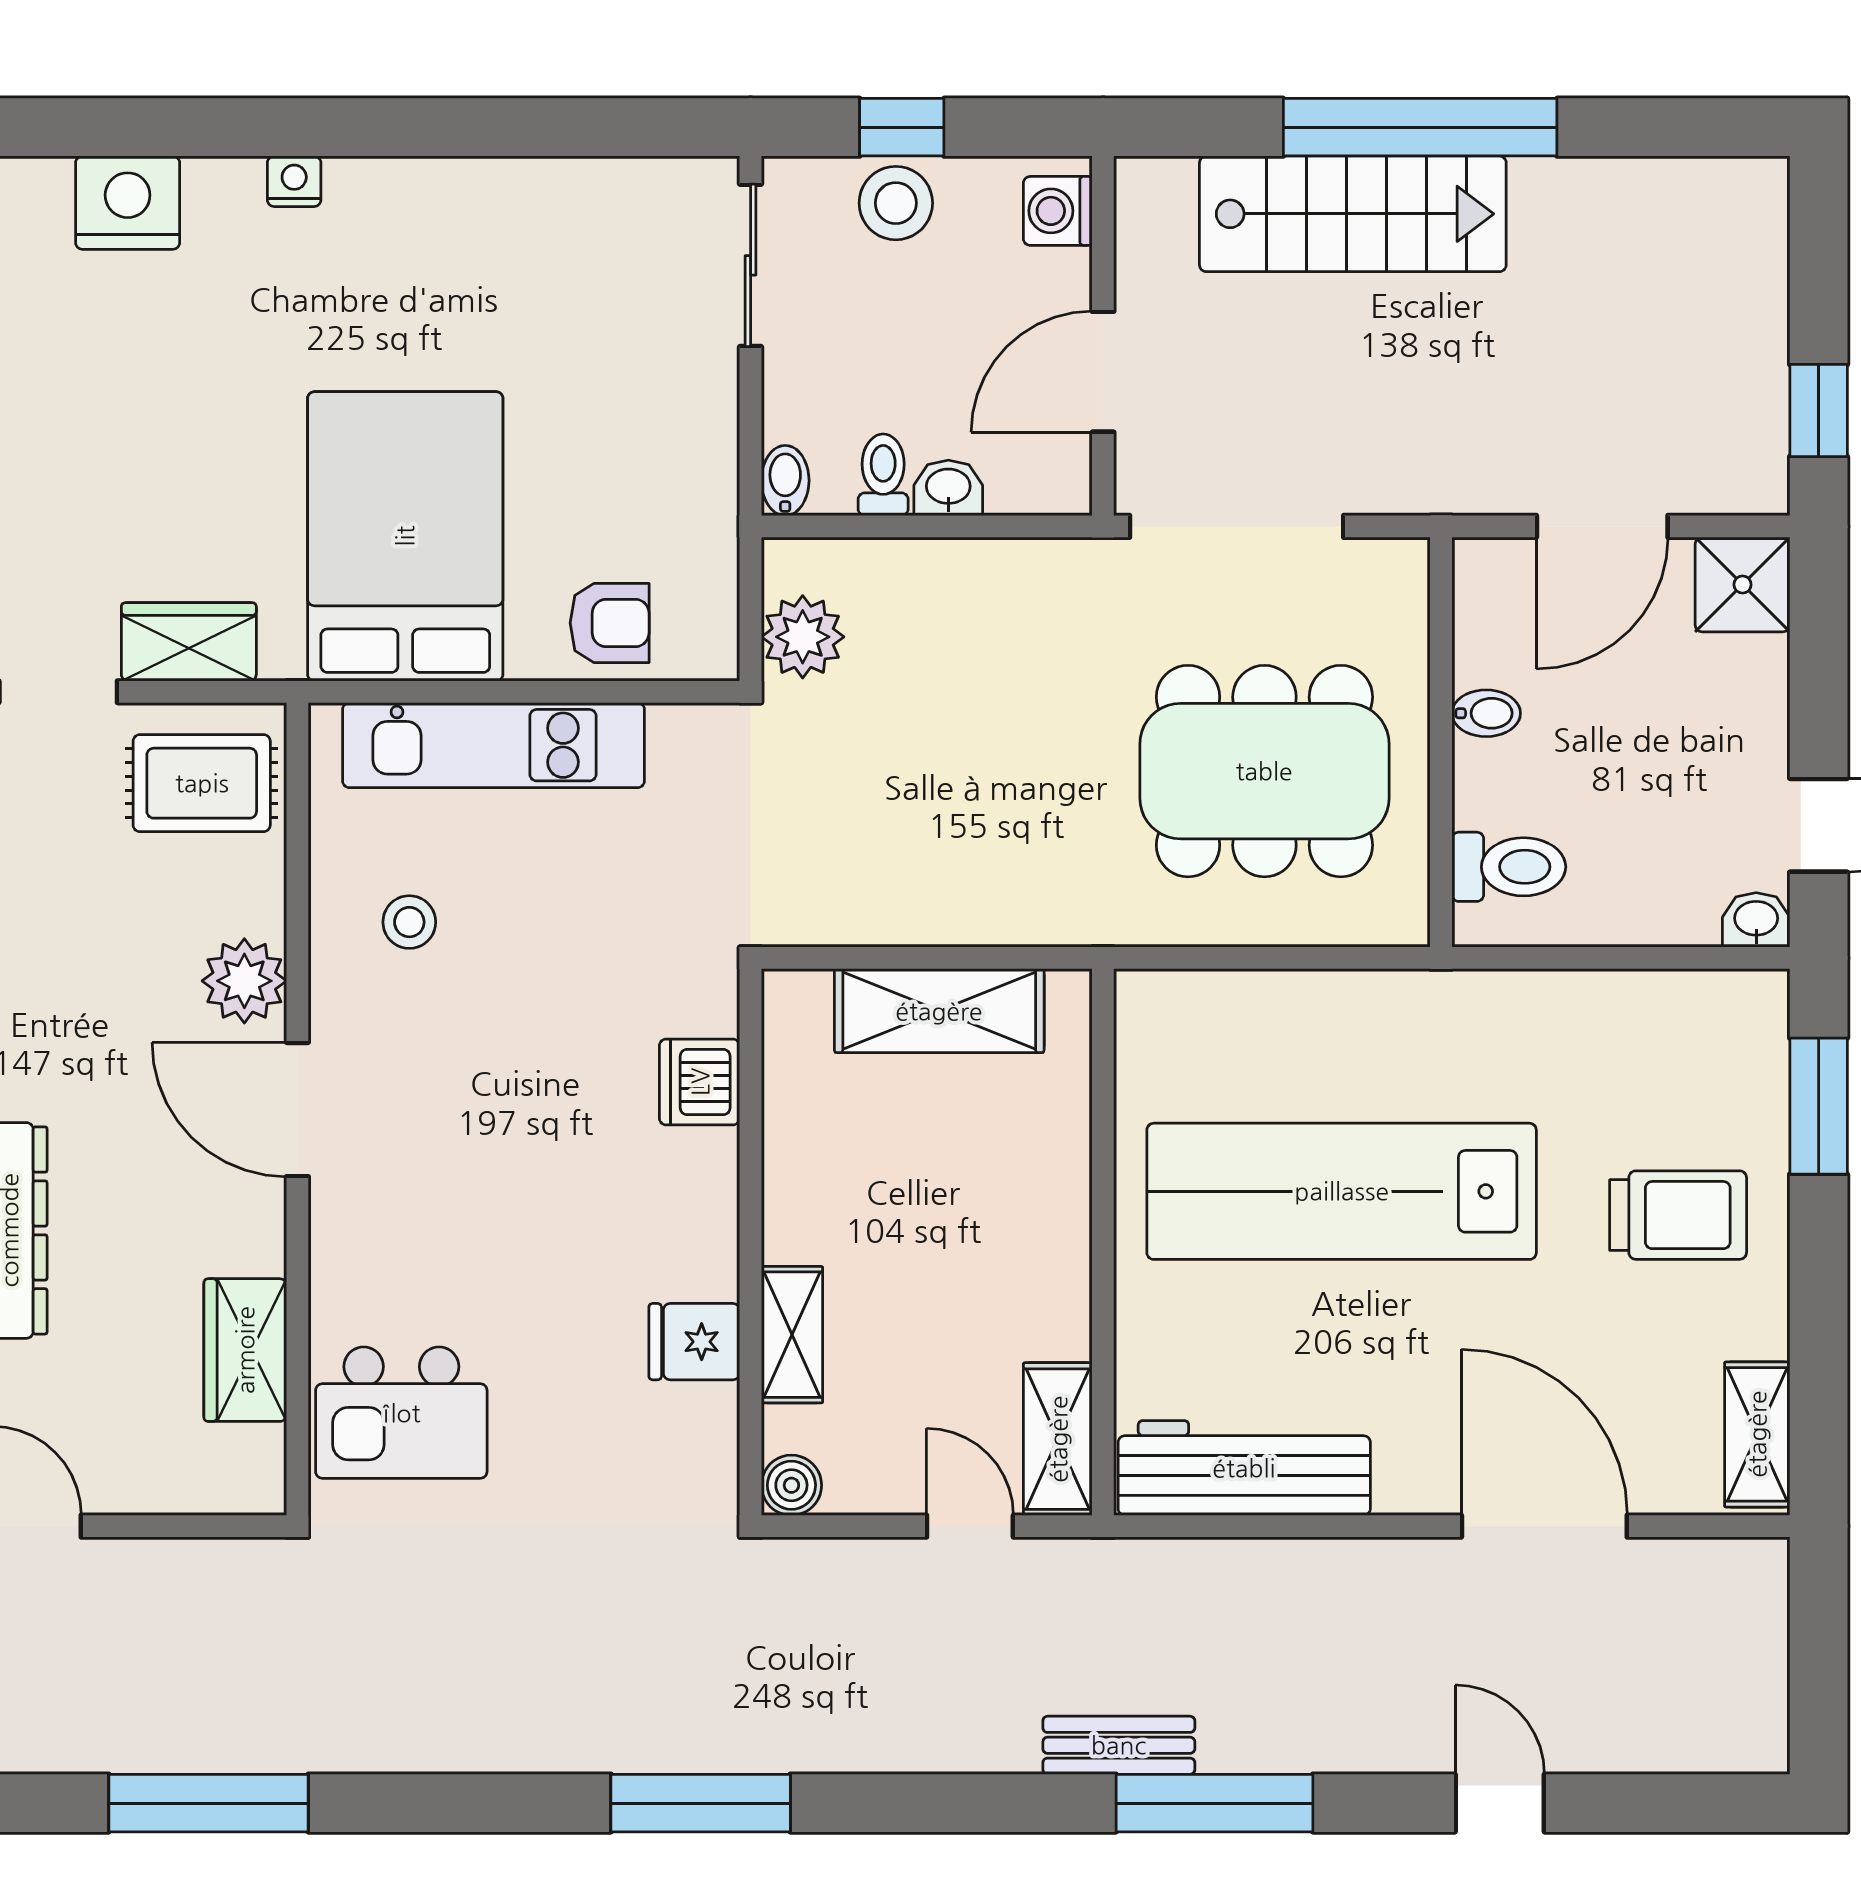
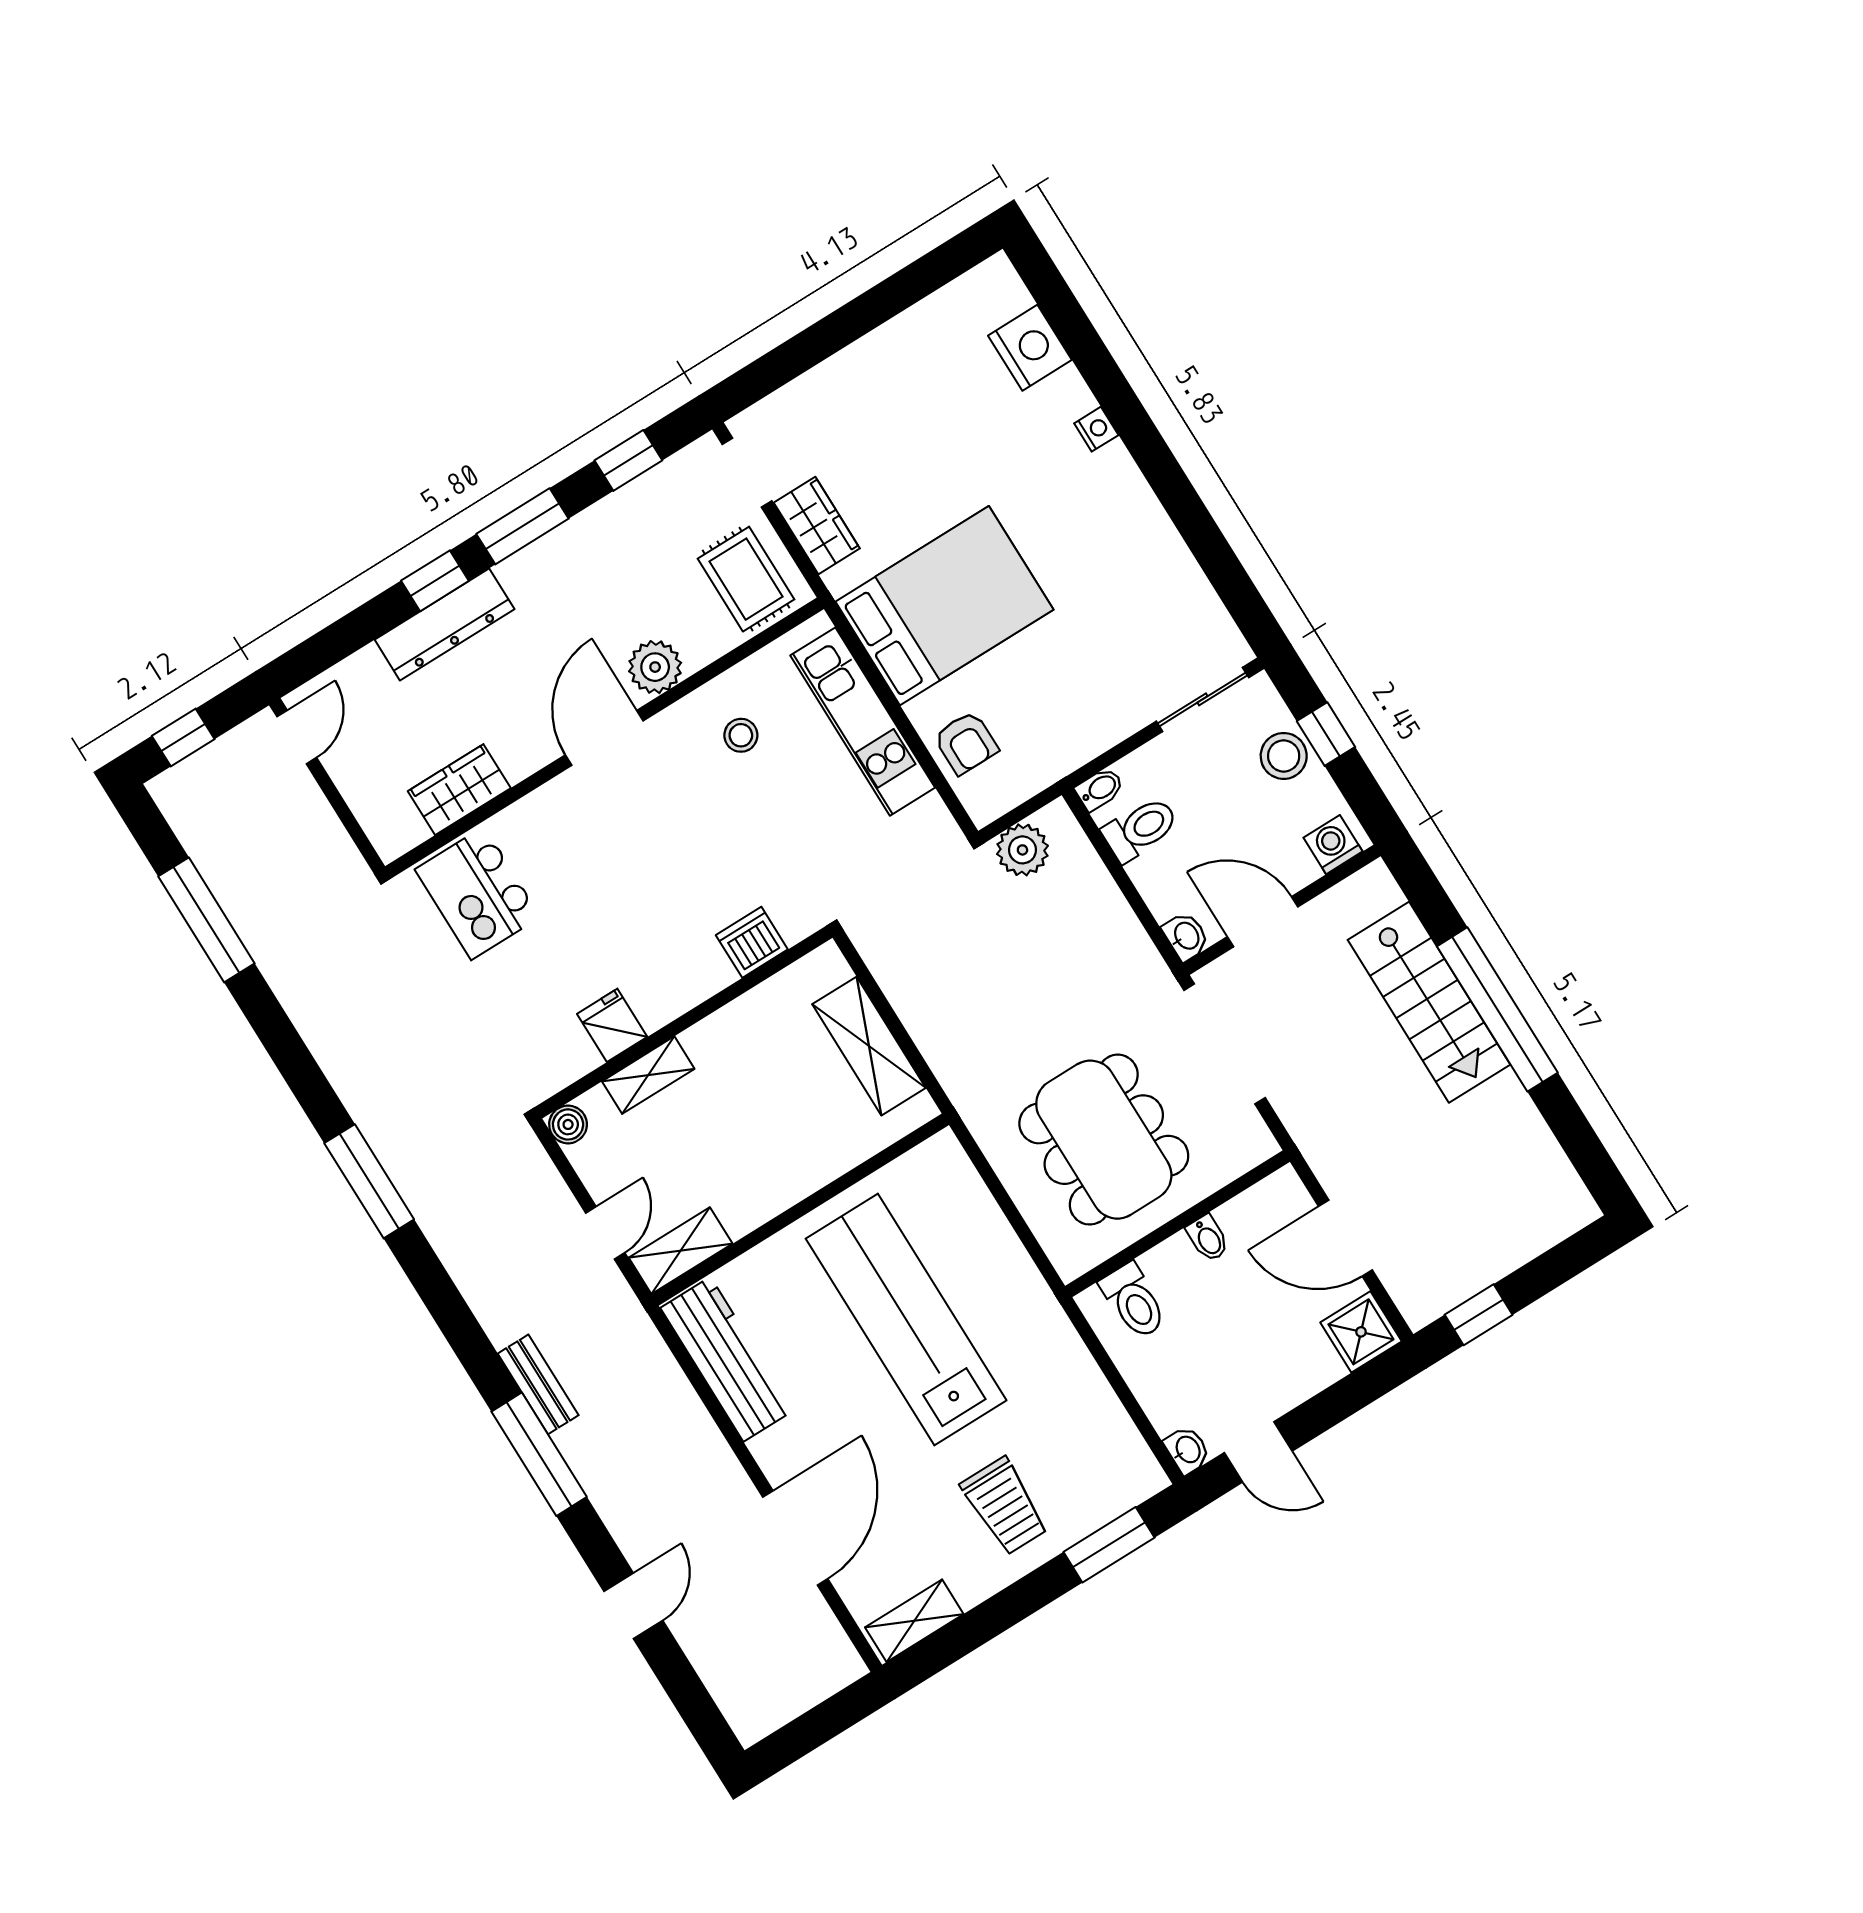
toilet: (883, 475) -> (1140, 829), width x1.37, depth x1.39
washbasin: (948, 488) -> (1186, 936), moved

